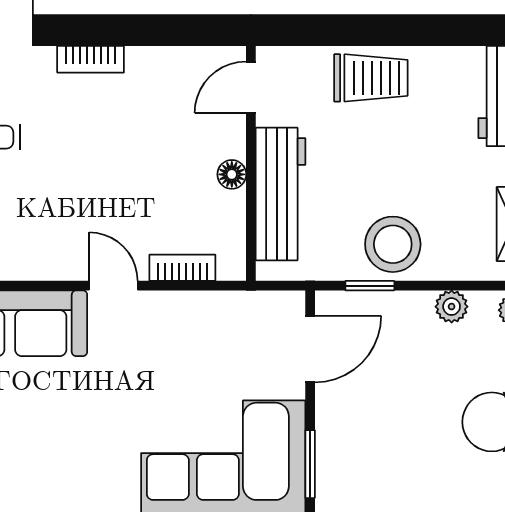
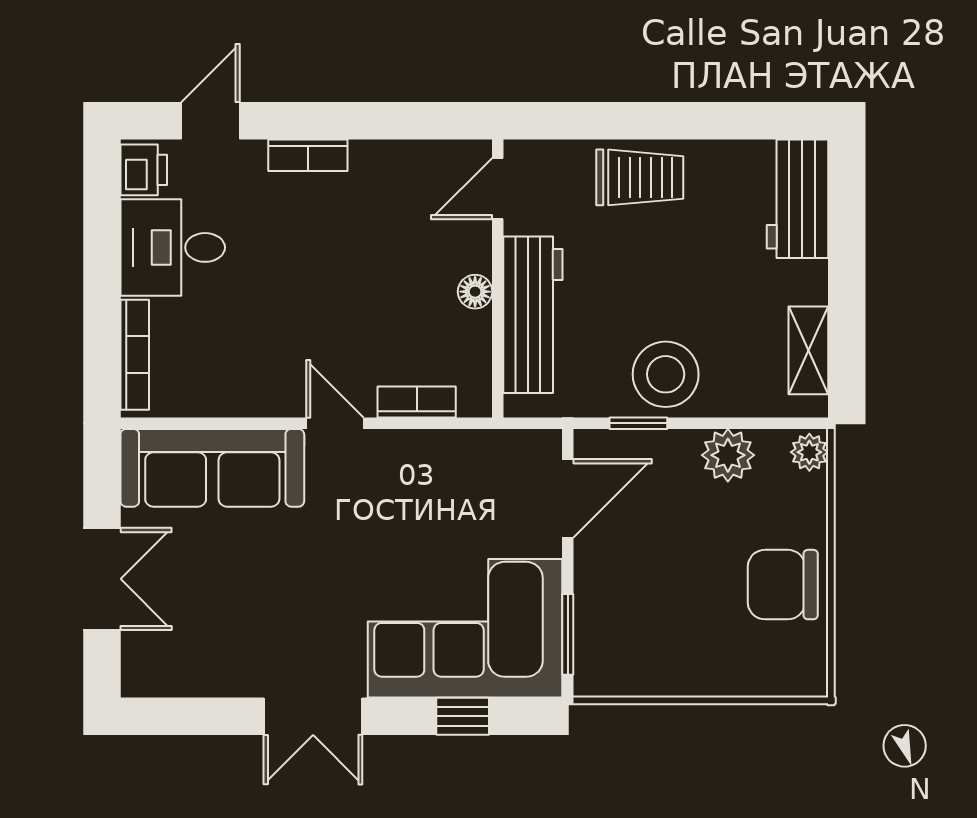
plant: (452, 307) -> (728, 455), width x1.38, depth x1.38

